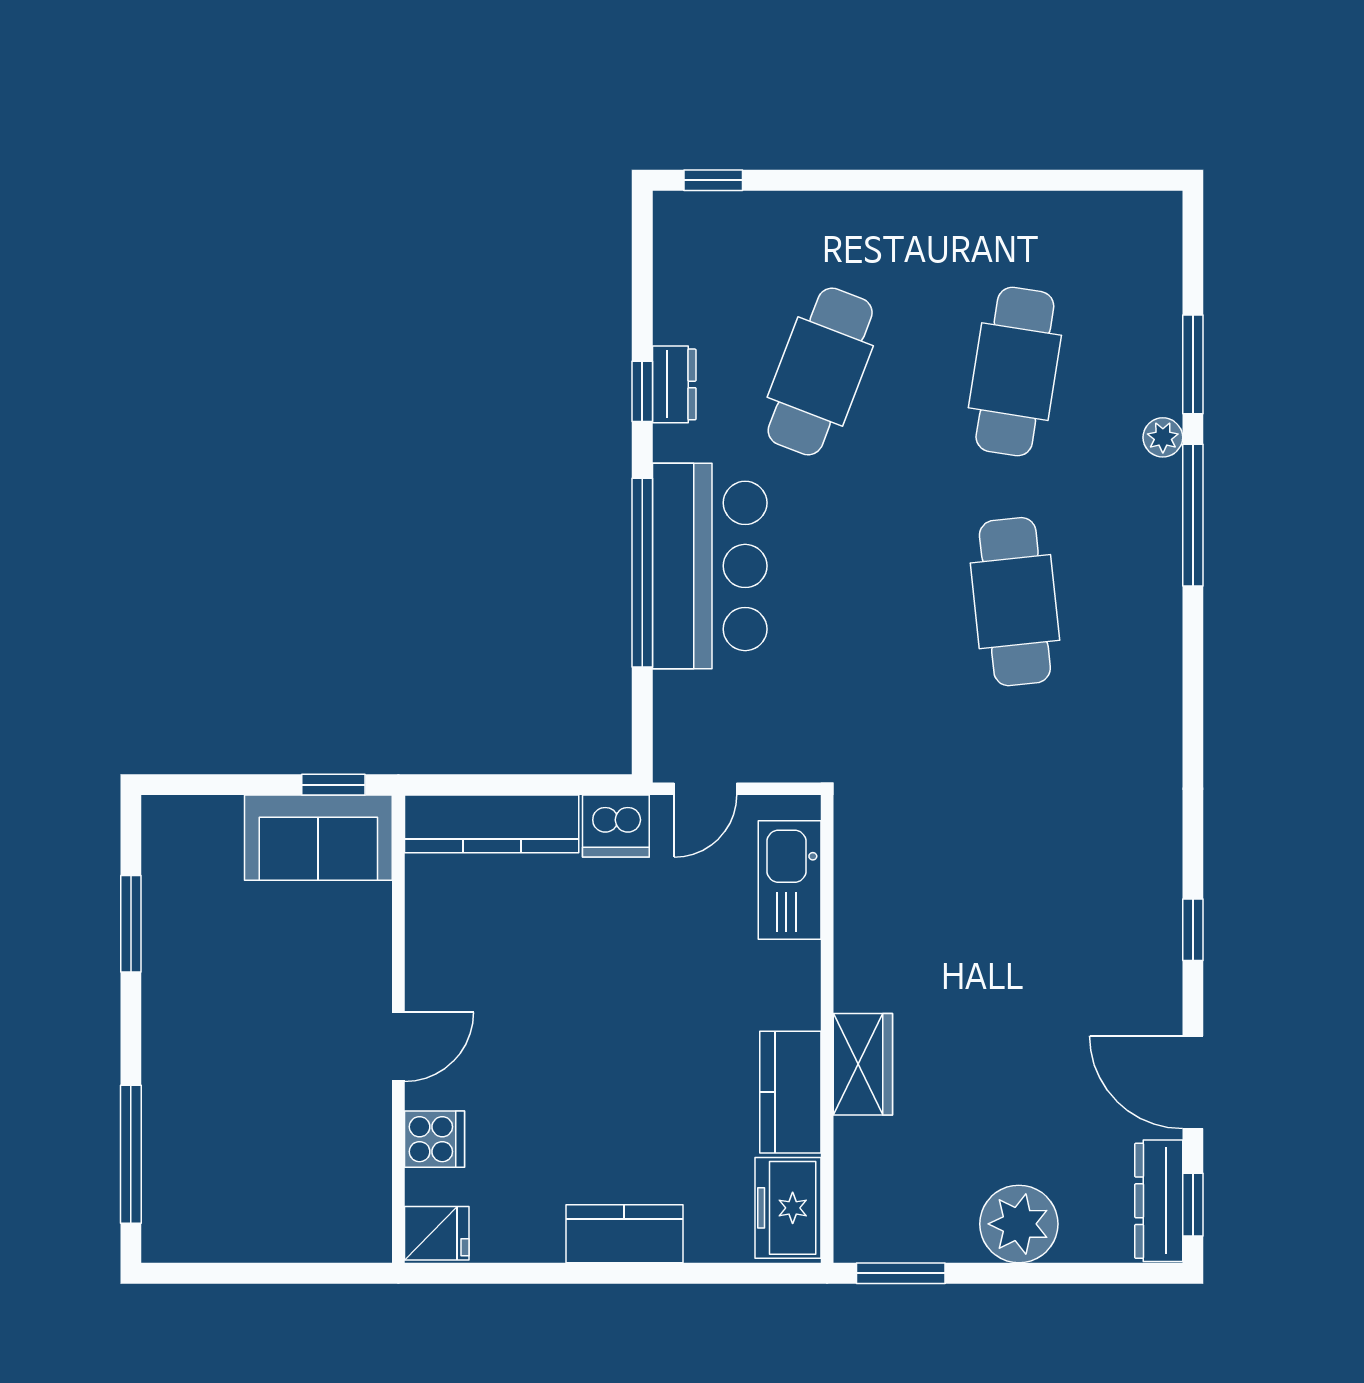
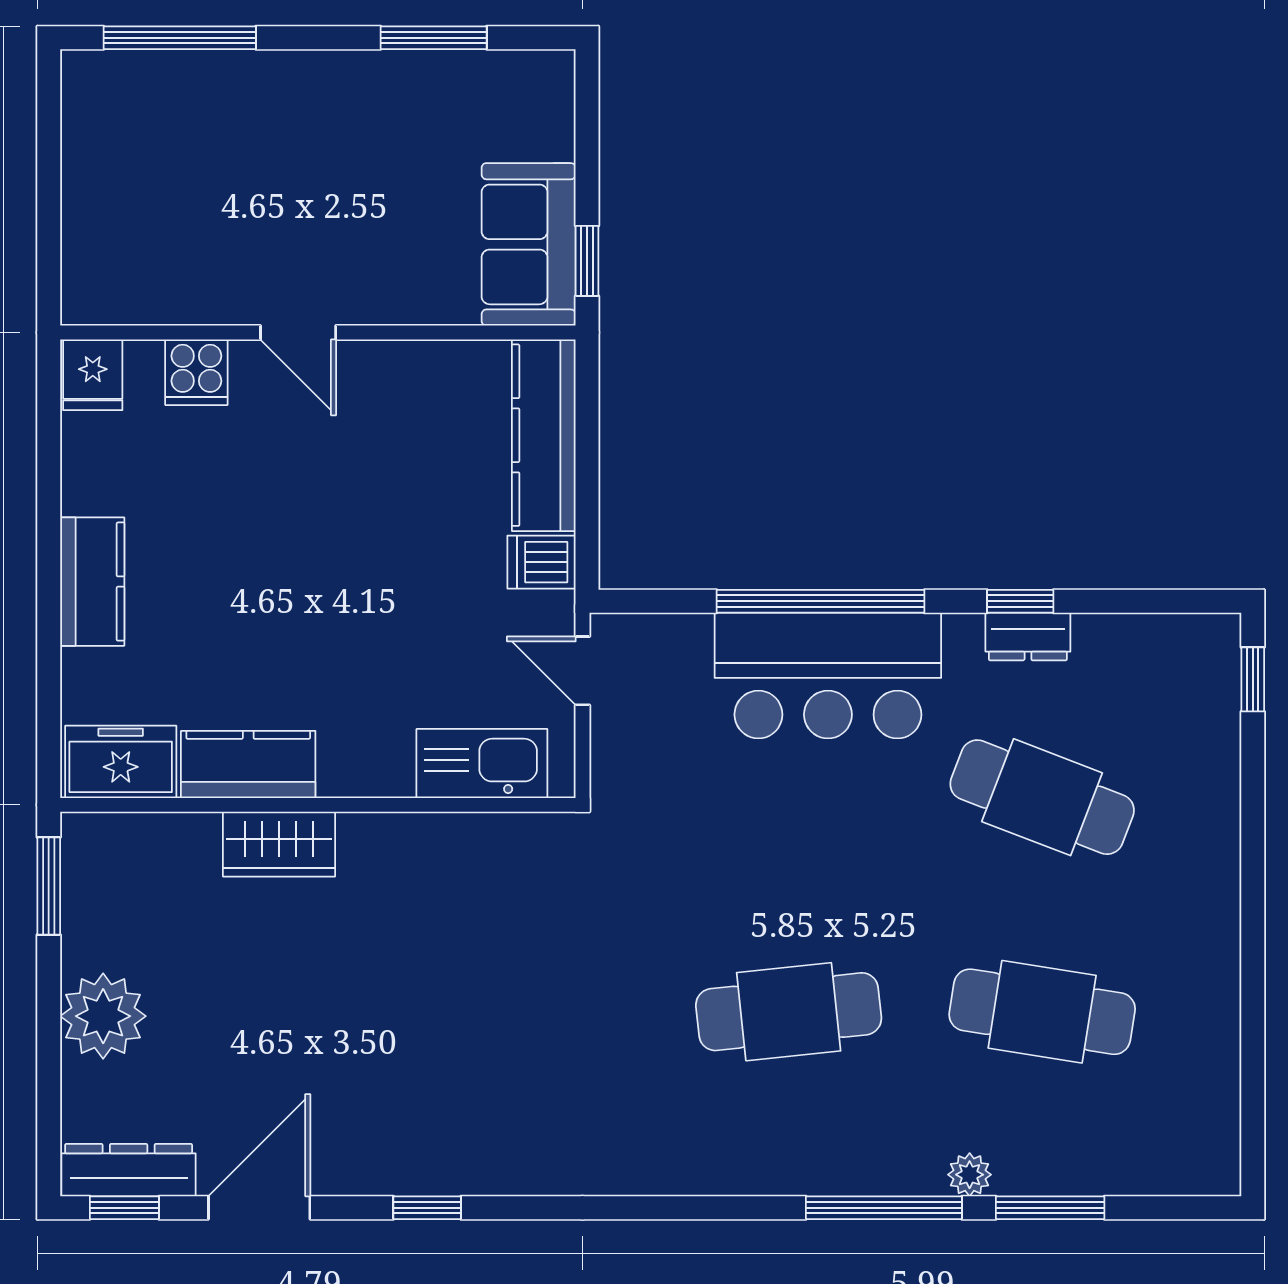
dishwasher: (616, 826) -> (541, 562), width x0.73

